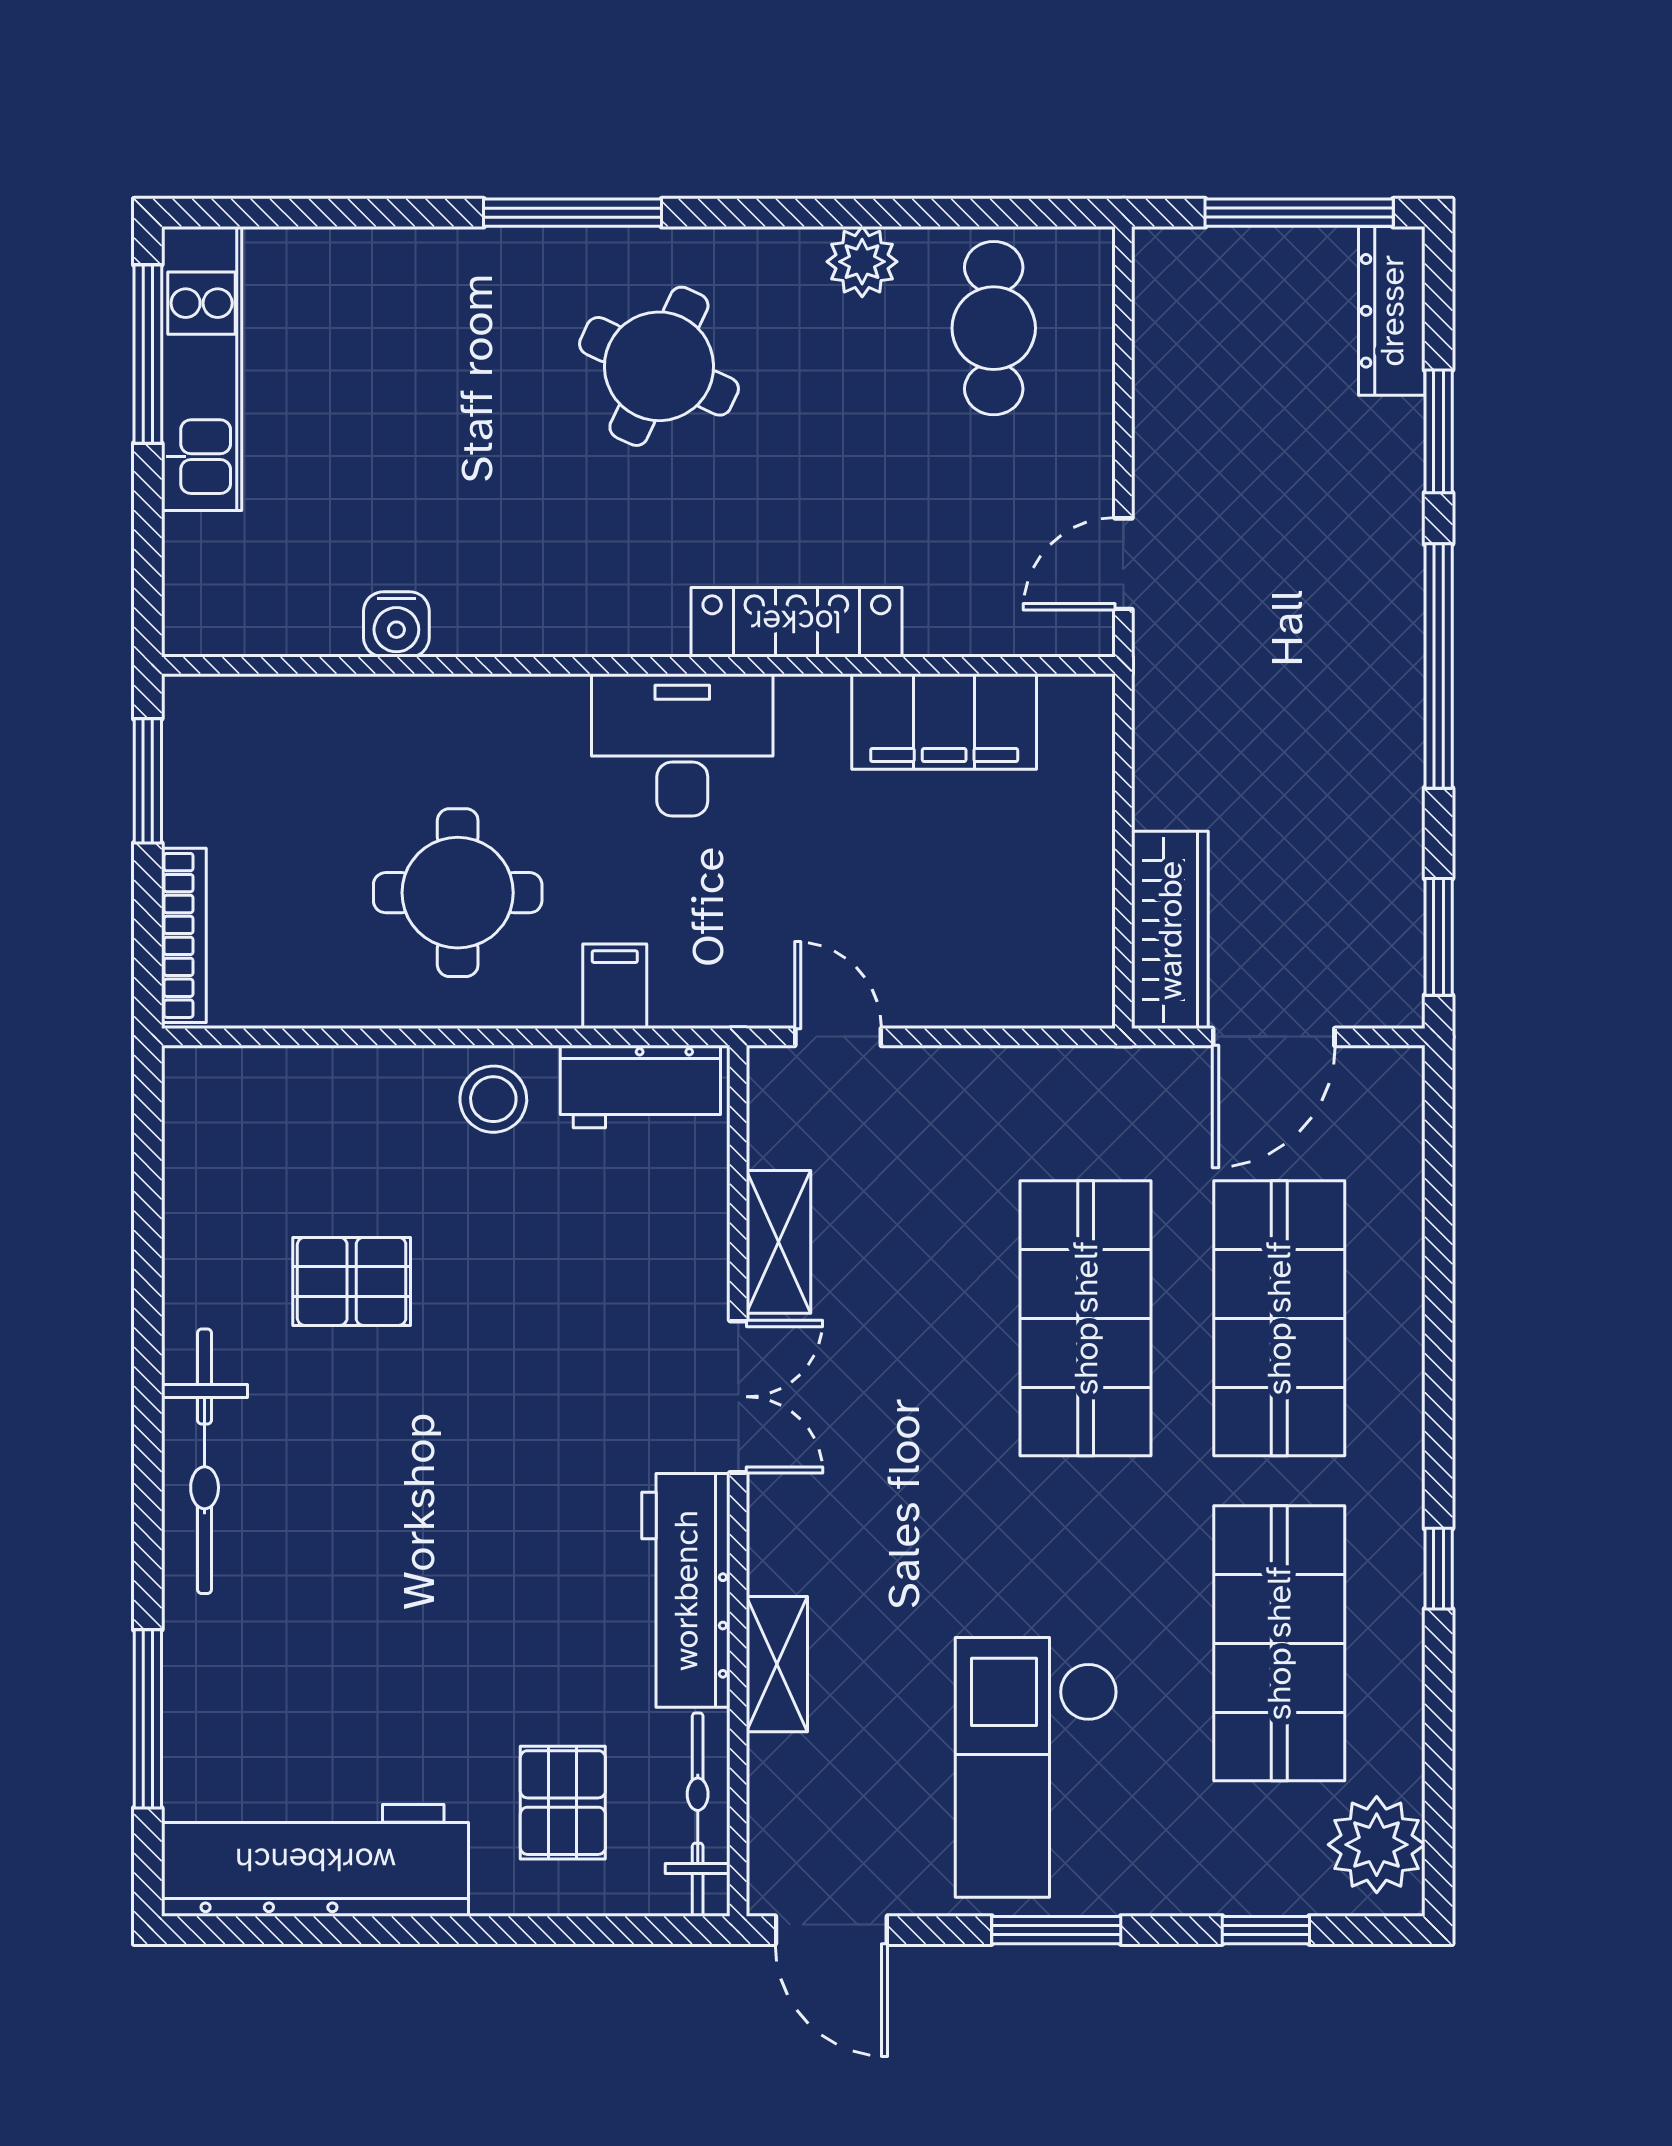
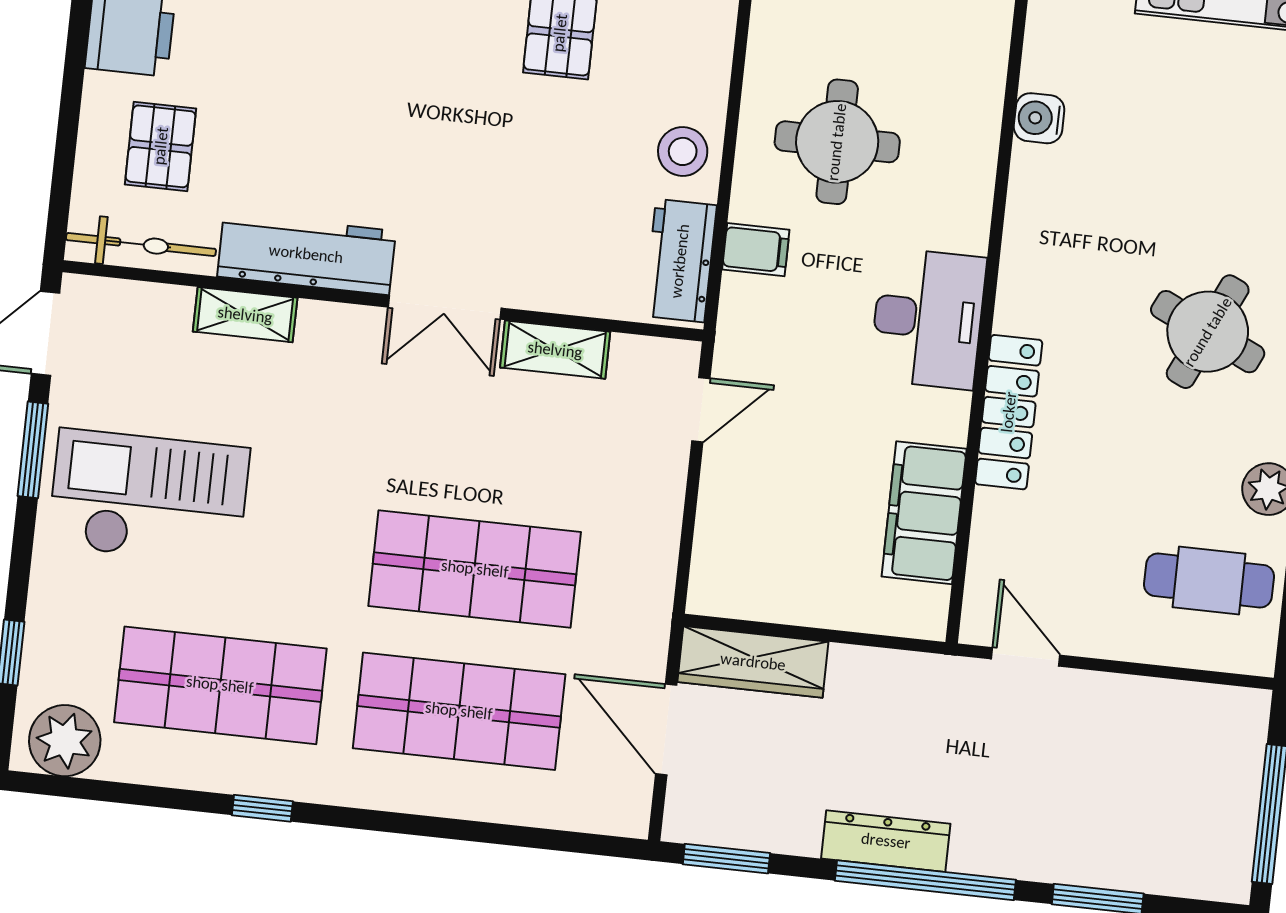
dresser: (1392, 311) -> (886, 841), moved
pallet: (563, 1803) -> (161, 146), turned 90
window: (1056, 1930) -> (33, 450), moved

